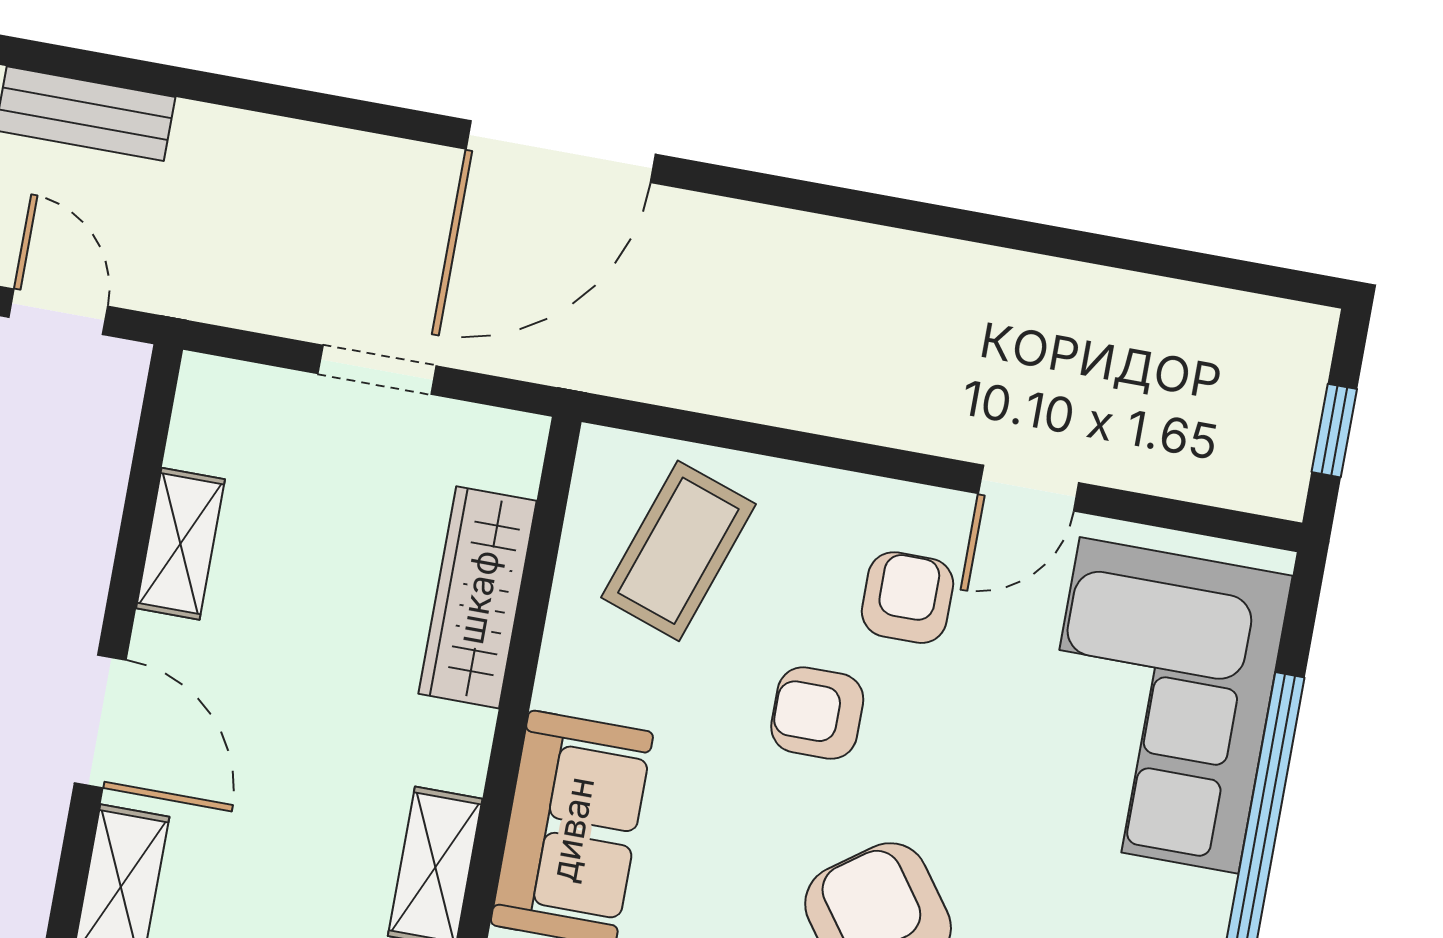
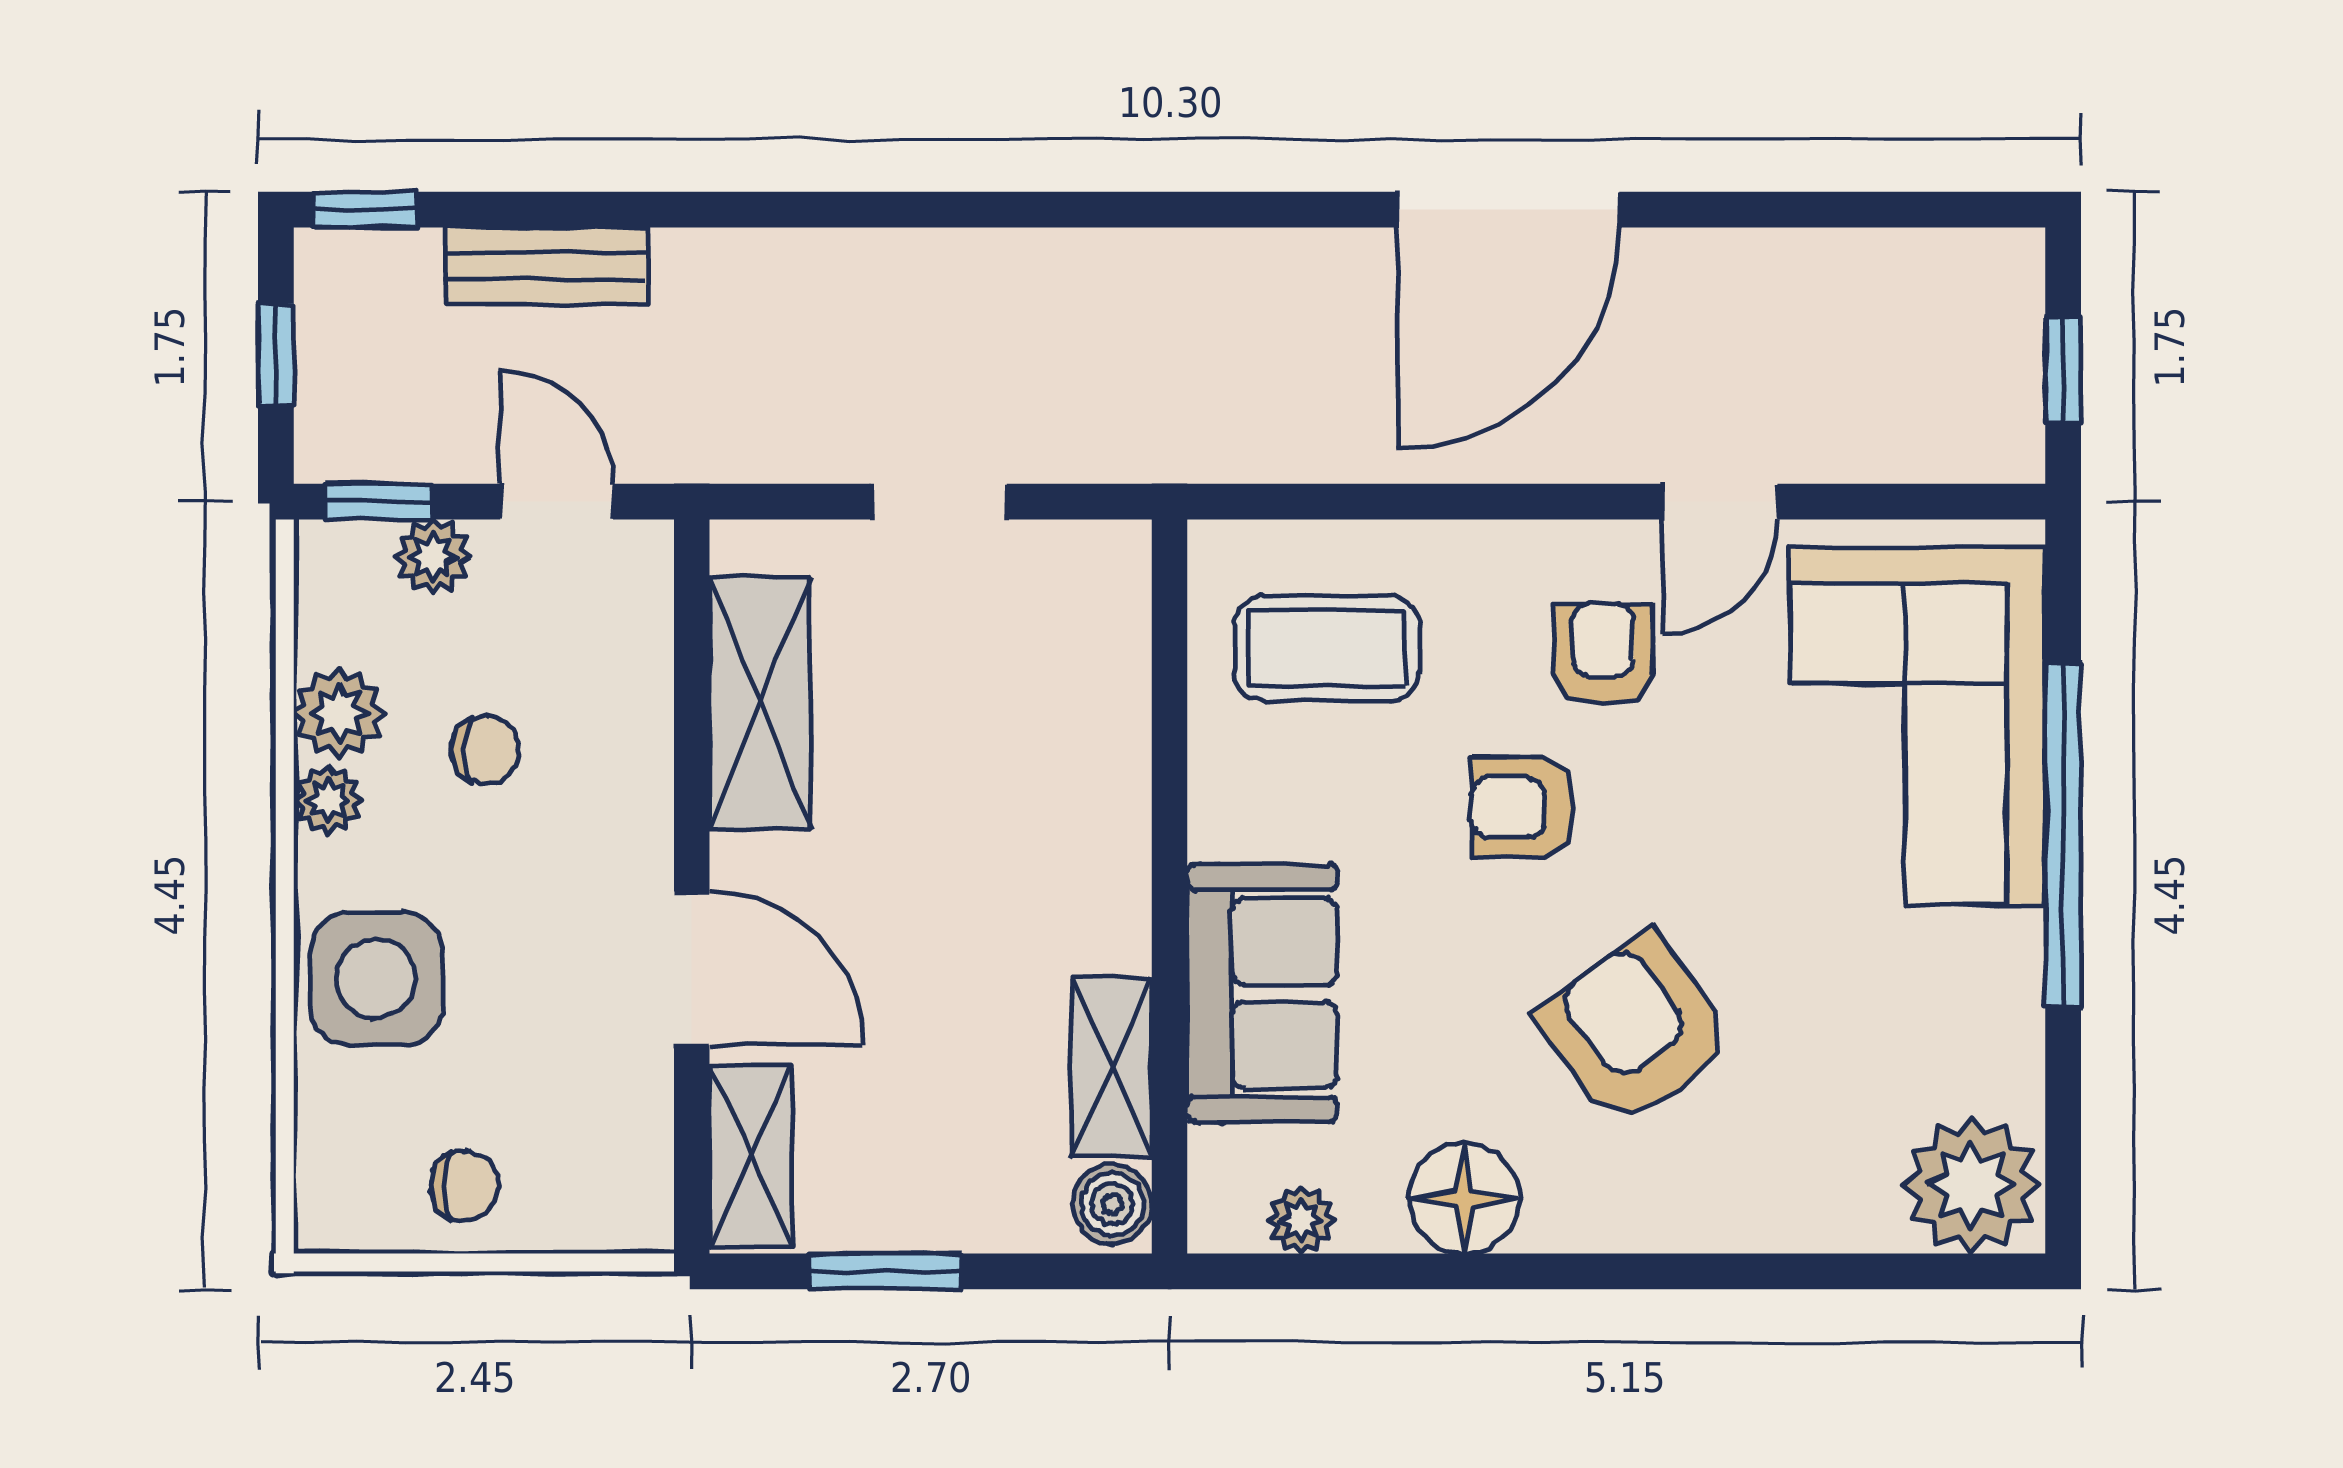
door: (561, 152) -> (1509, 210), moved
shelving: (181, 544) -> (760, 703), width x1.50, depth x1.33
coffee table: (678, 551) -> (1327, 648), turned 71
wardrobe: (478, 597) -> (1104, 745), removed

